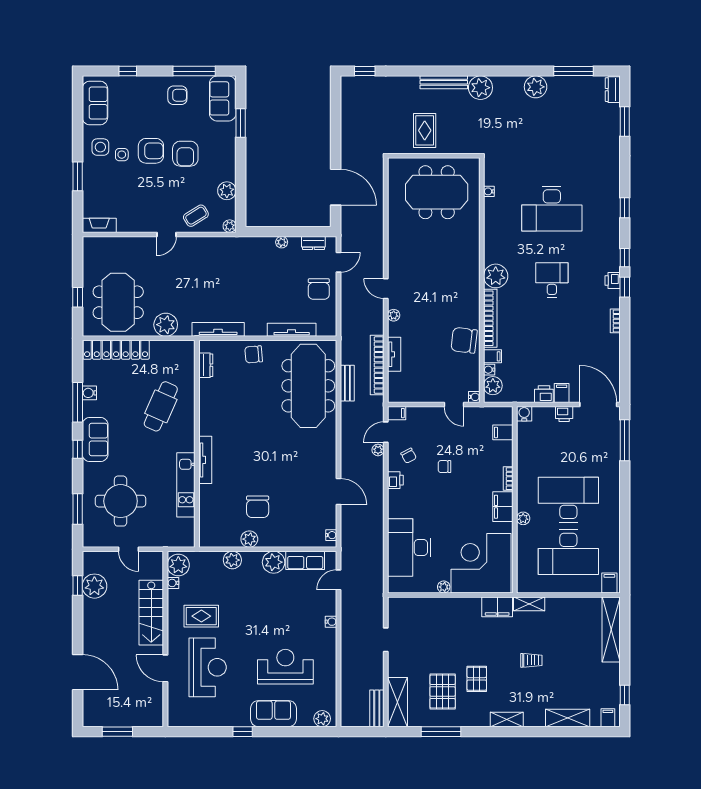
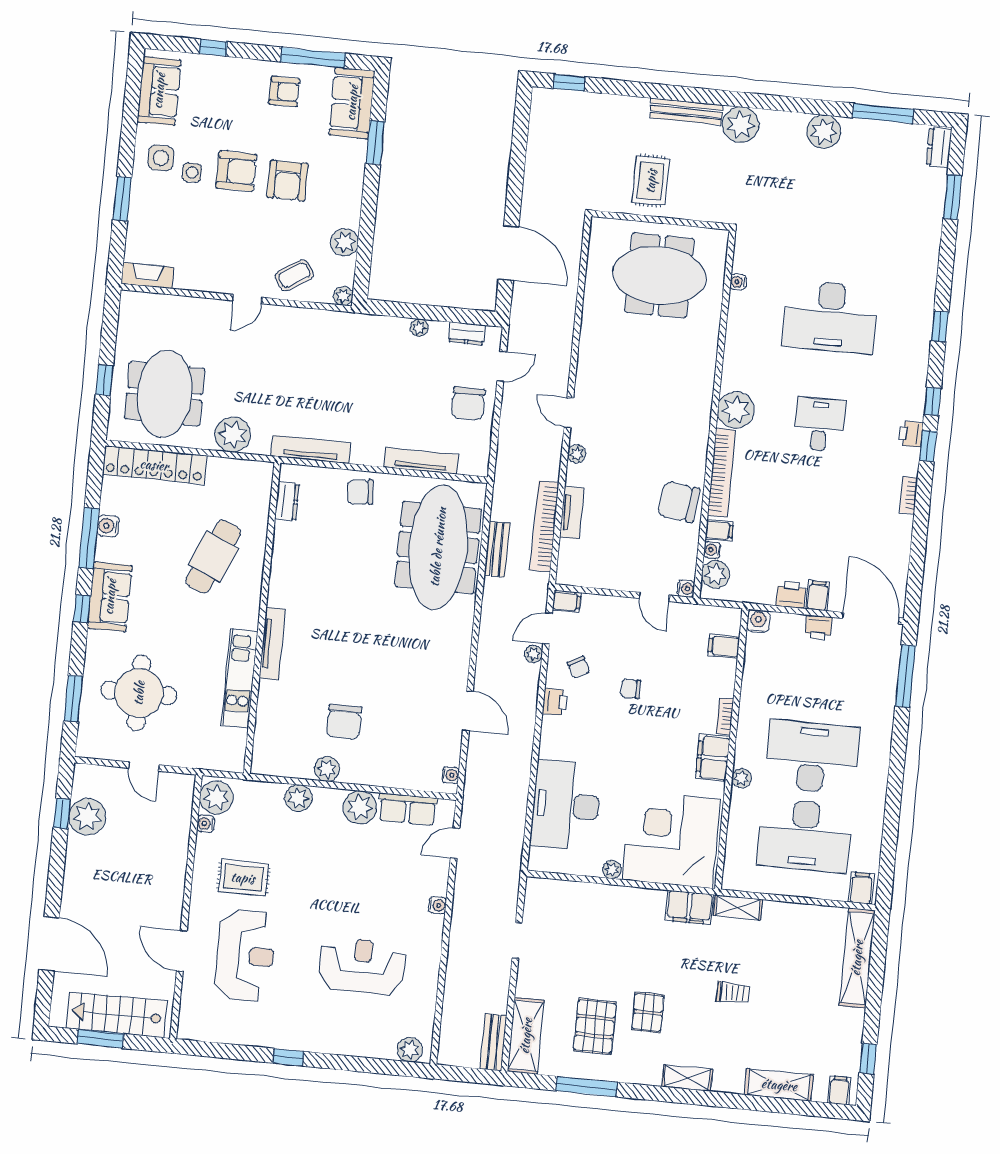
stairs: (151, 613) -> (117, 1015), moved, turned 90
sofa: (273, 714) -> (337, 1035), removed

